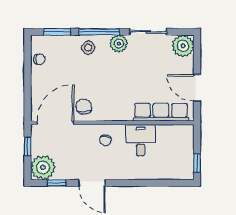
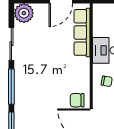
plant: (119, 44) -> (22, 69), removed
side table: (88, 48) -> (25, 96), removed

